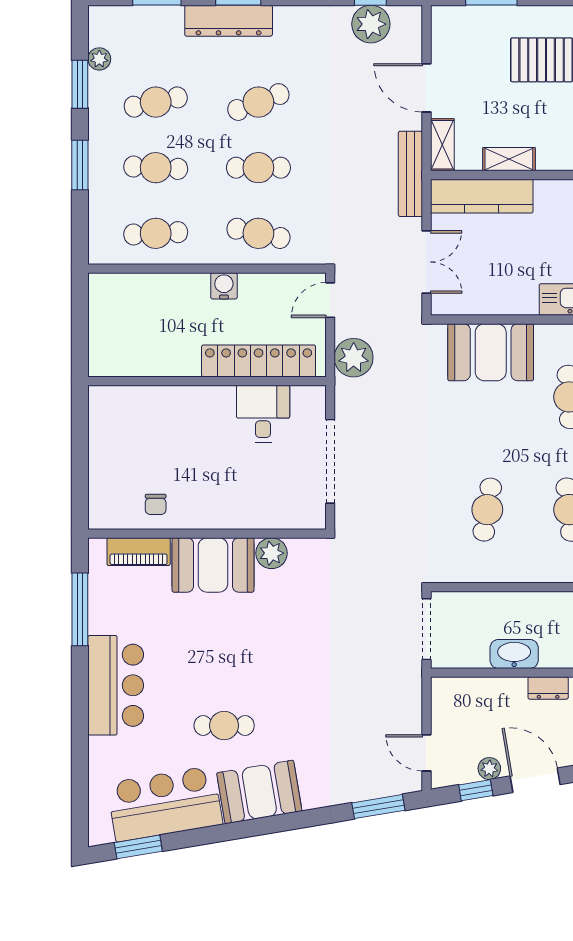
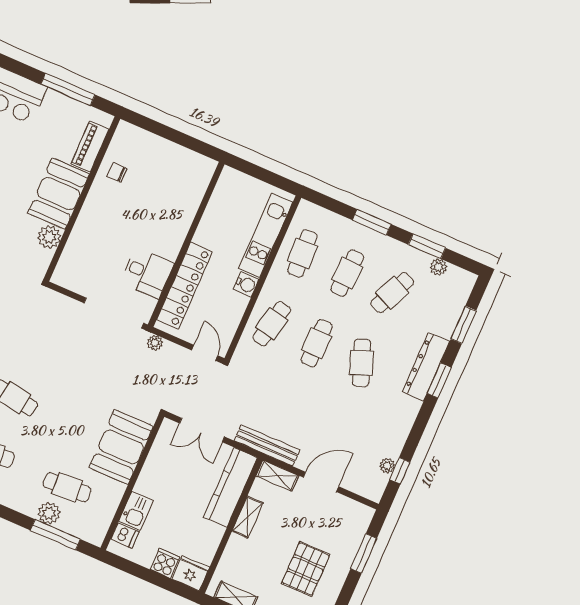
plant: (371, 24) -> (387, 466), width x0.53, depth x0.53
cafe table: (156, 102) -> (392, 293), turned 36
kitchen unit: (153, 288) -> (266, 235), added
plant: (354, 358) -> (155, 343), width x0.53, depth x0.53
doorway: (330, 461) -> (114, 313), moved

